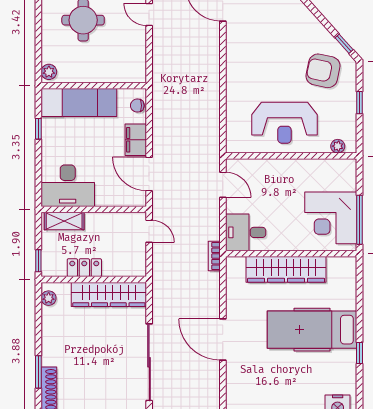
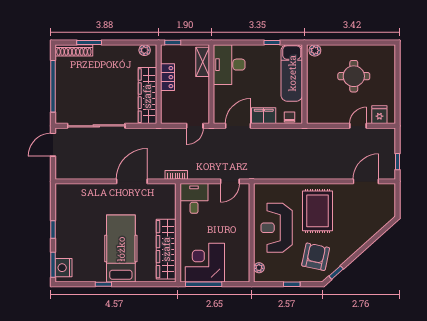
rug: (262, 68) -> (317, 211), added
wardrobe: (286, 269) -> (166, 249), moved
door: (223, 340) -> (132, 181), moved

